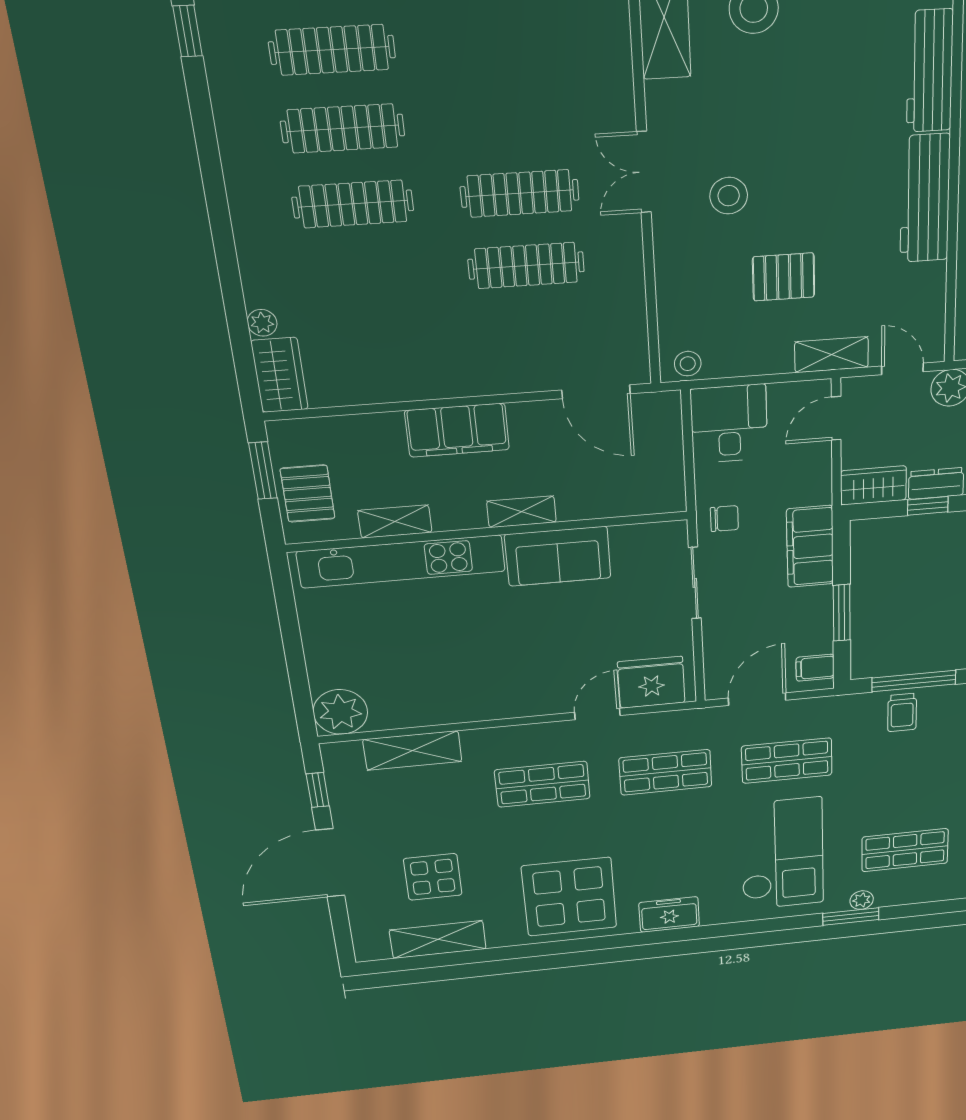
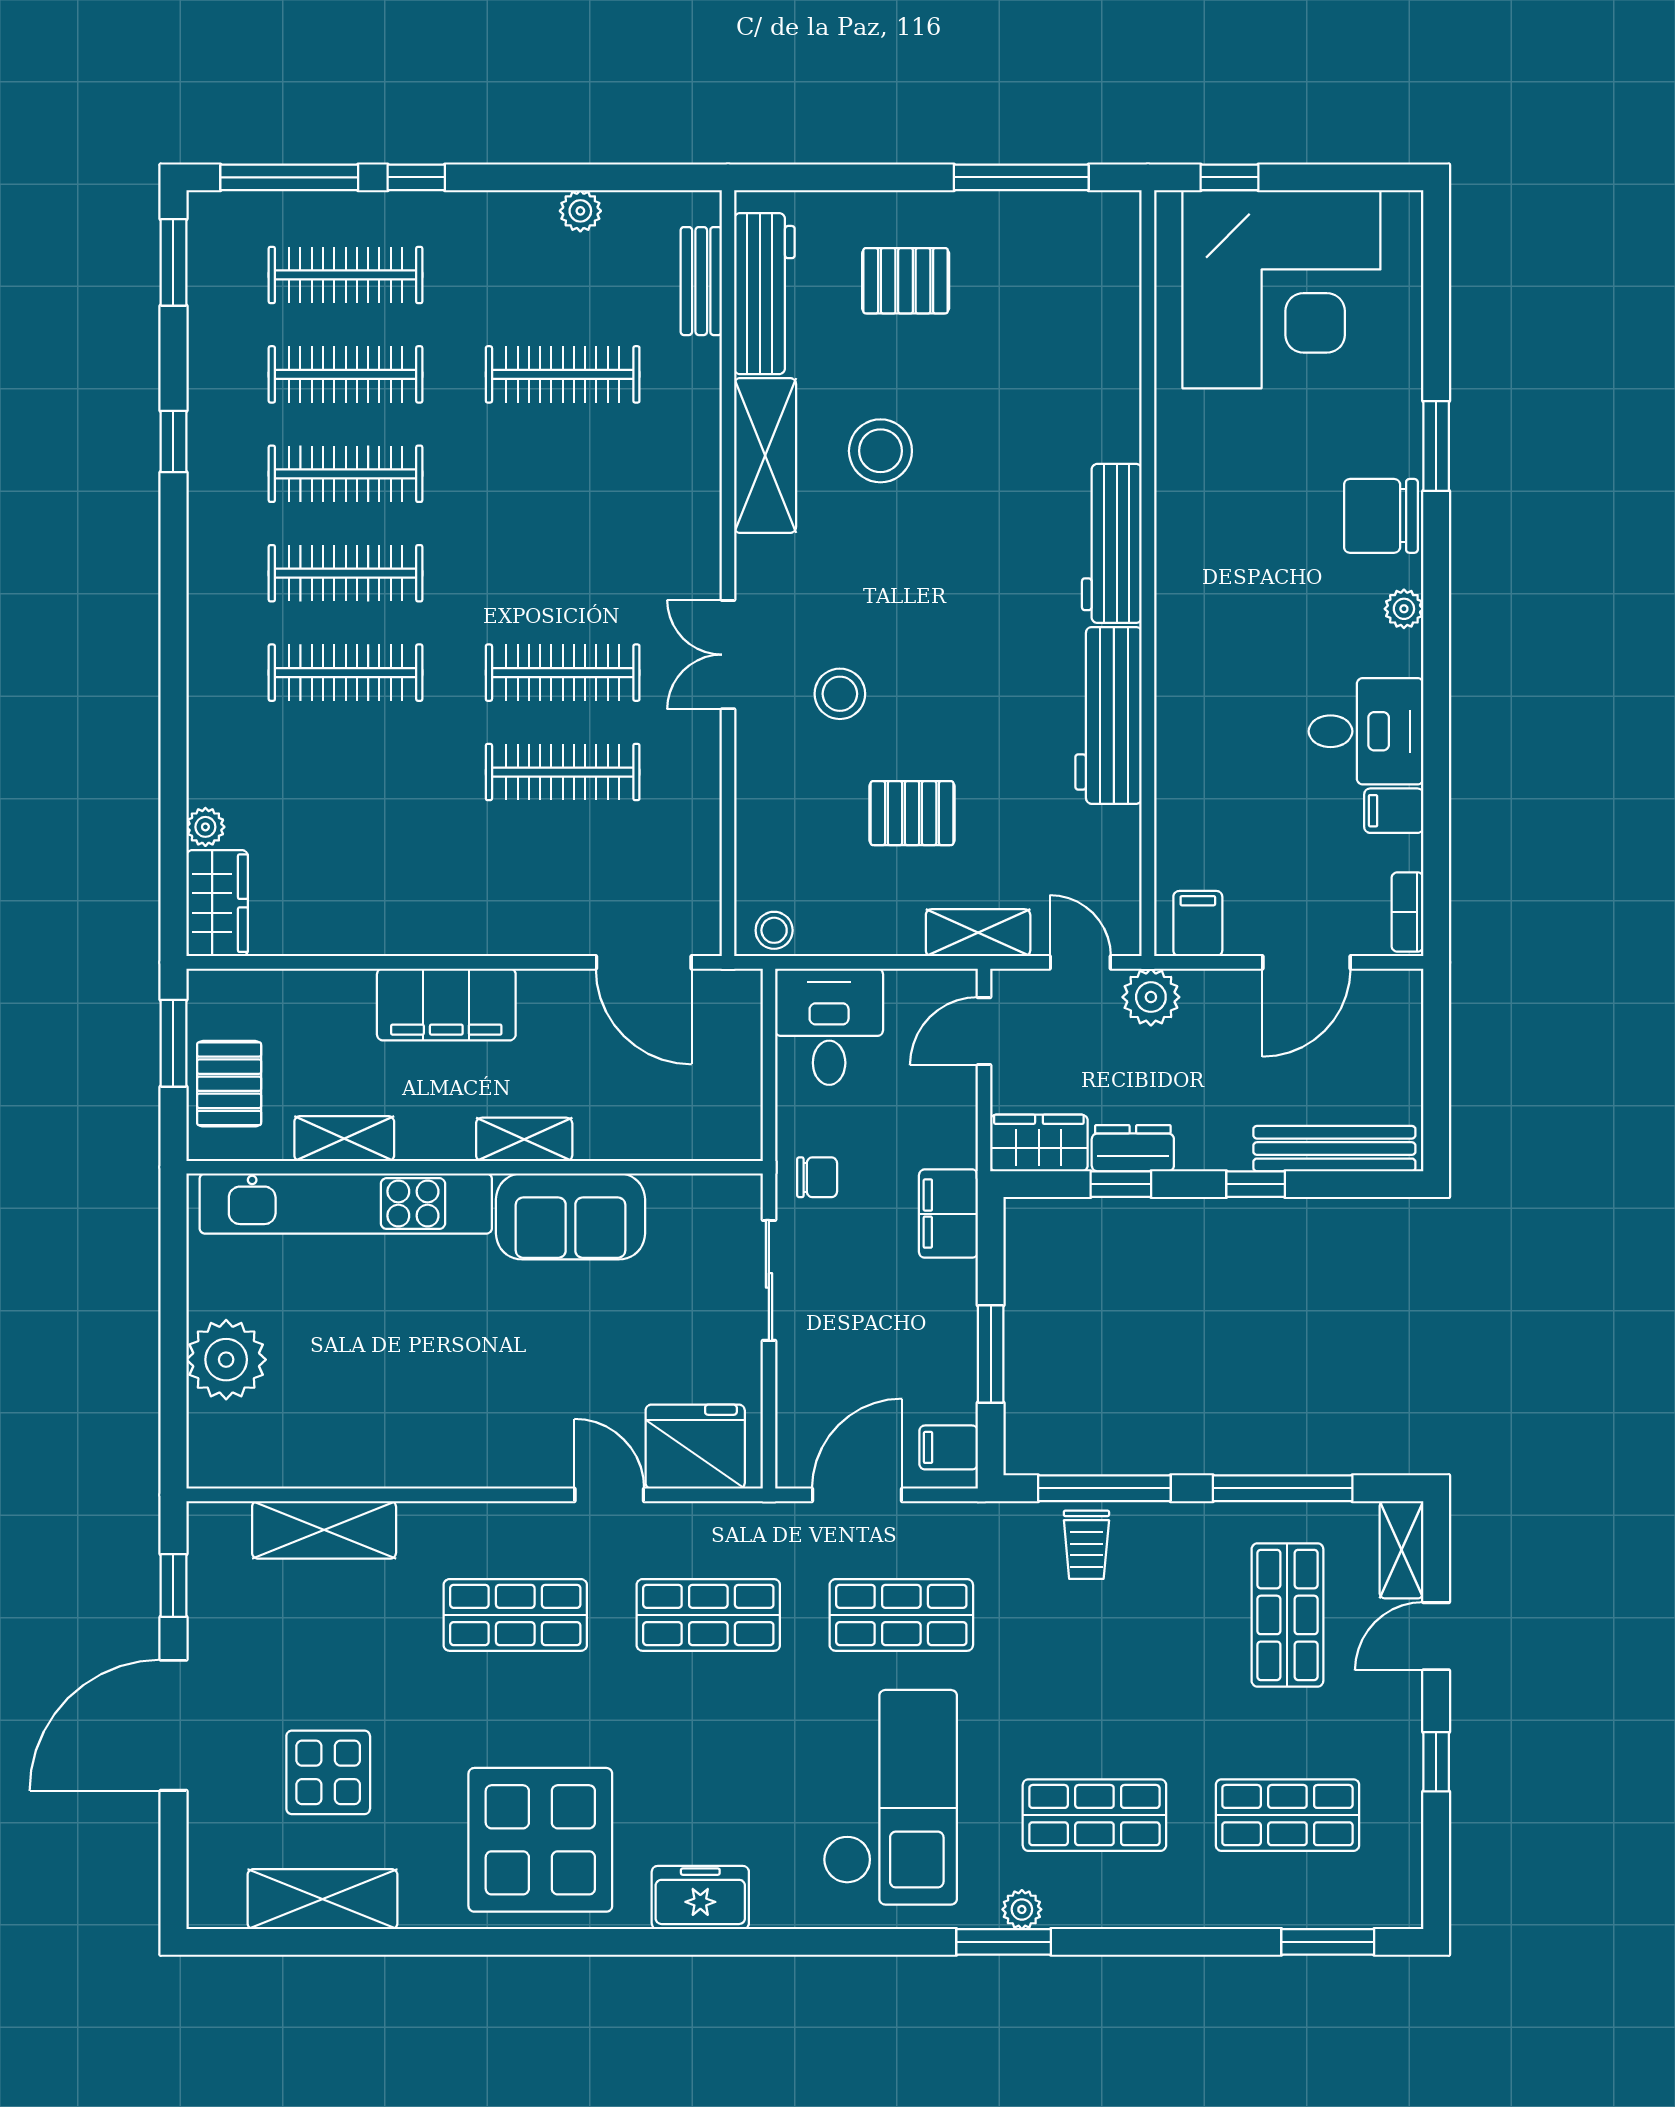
filing cabinet: (810, 547) -> (948, 1214), width x0.67, depth x0.86
plant: (340, 712) -> (226, 1360), moved
door: (597, 714) -> (609, 1495), hinge flipped

